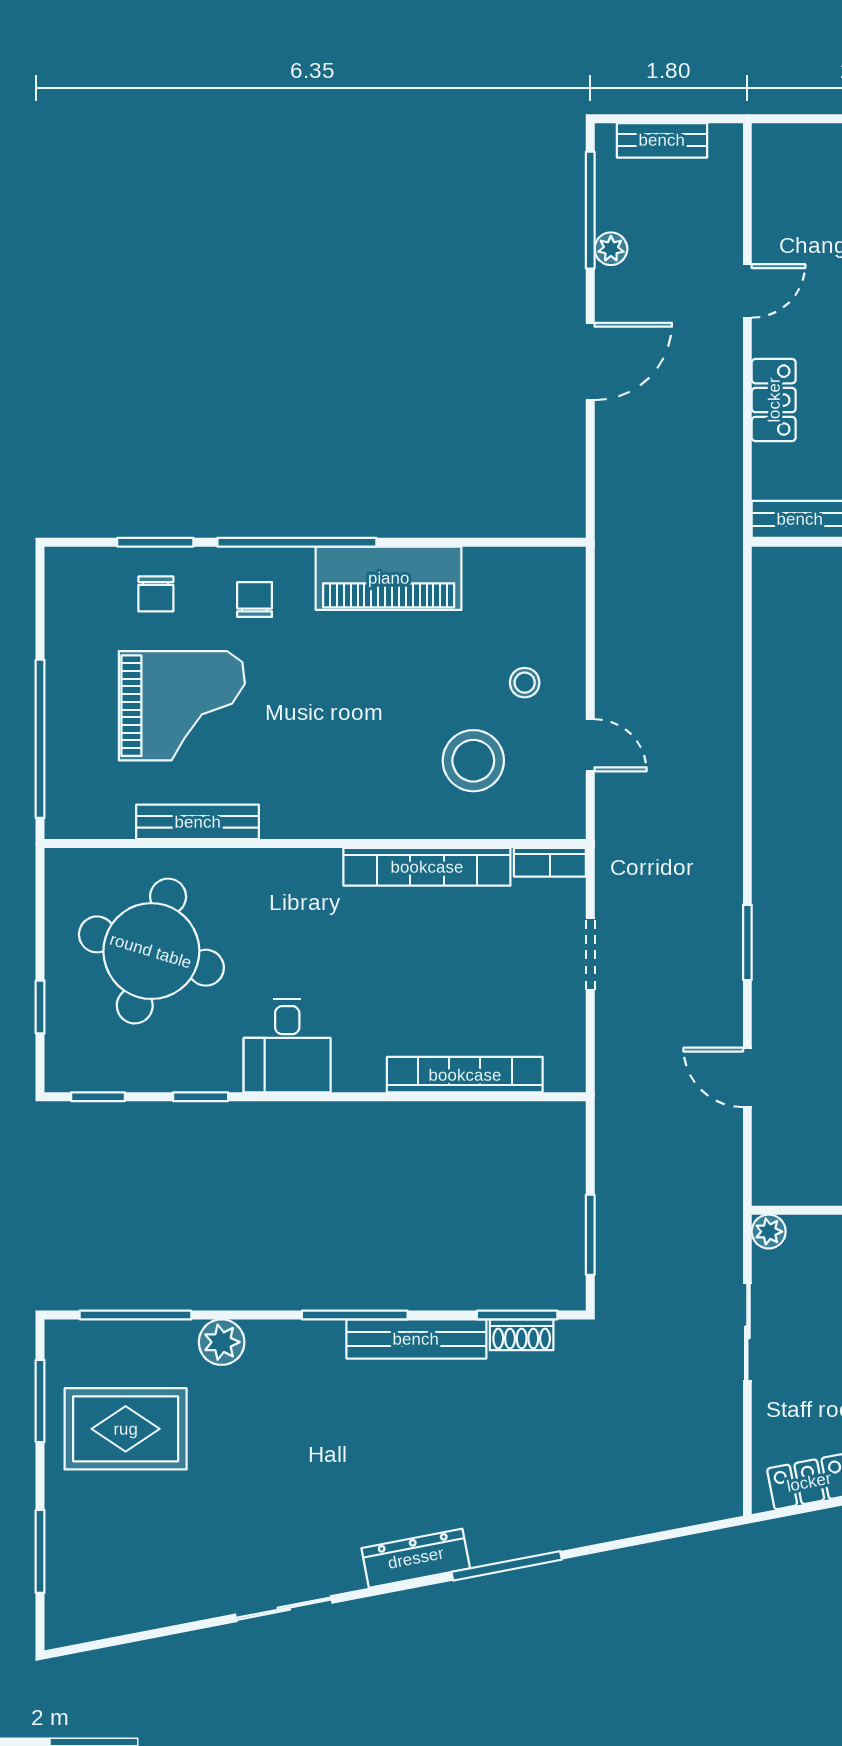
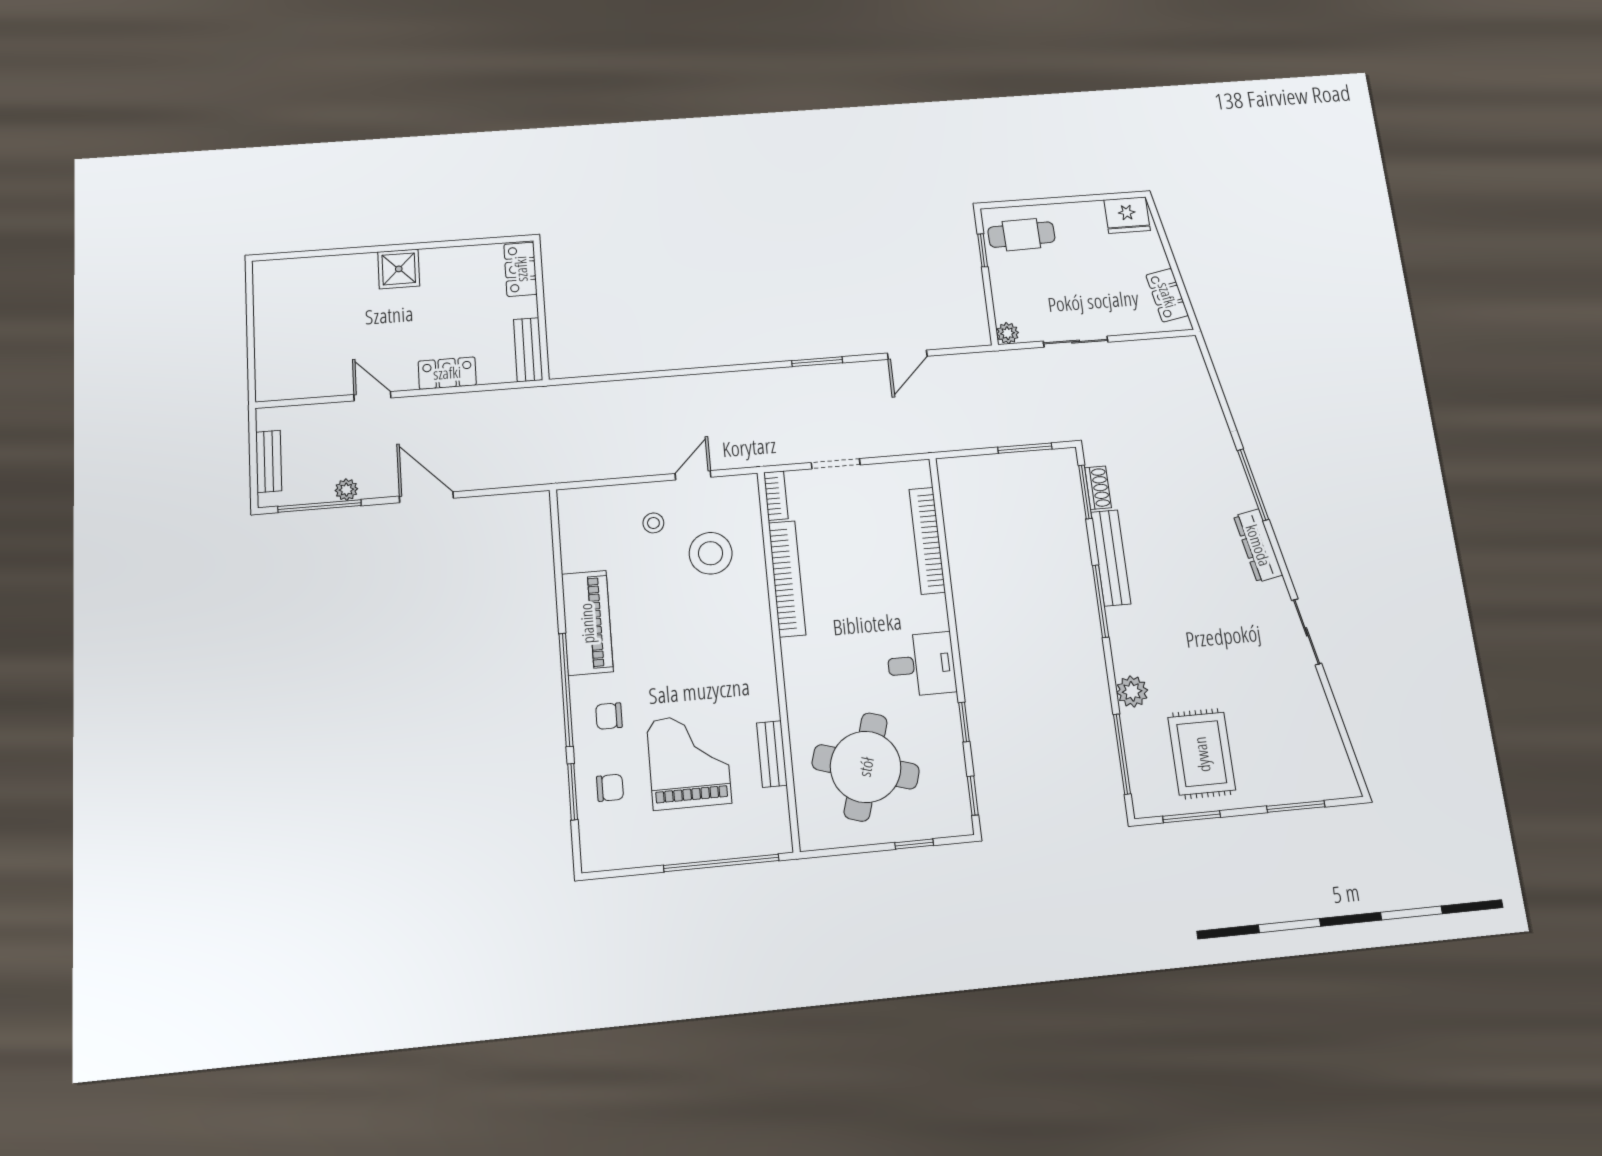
bench: (198, 822) -> (772, 754), width x0.73

